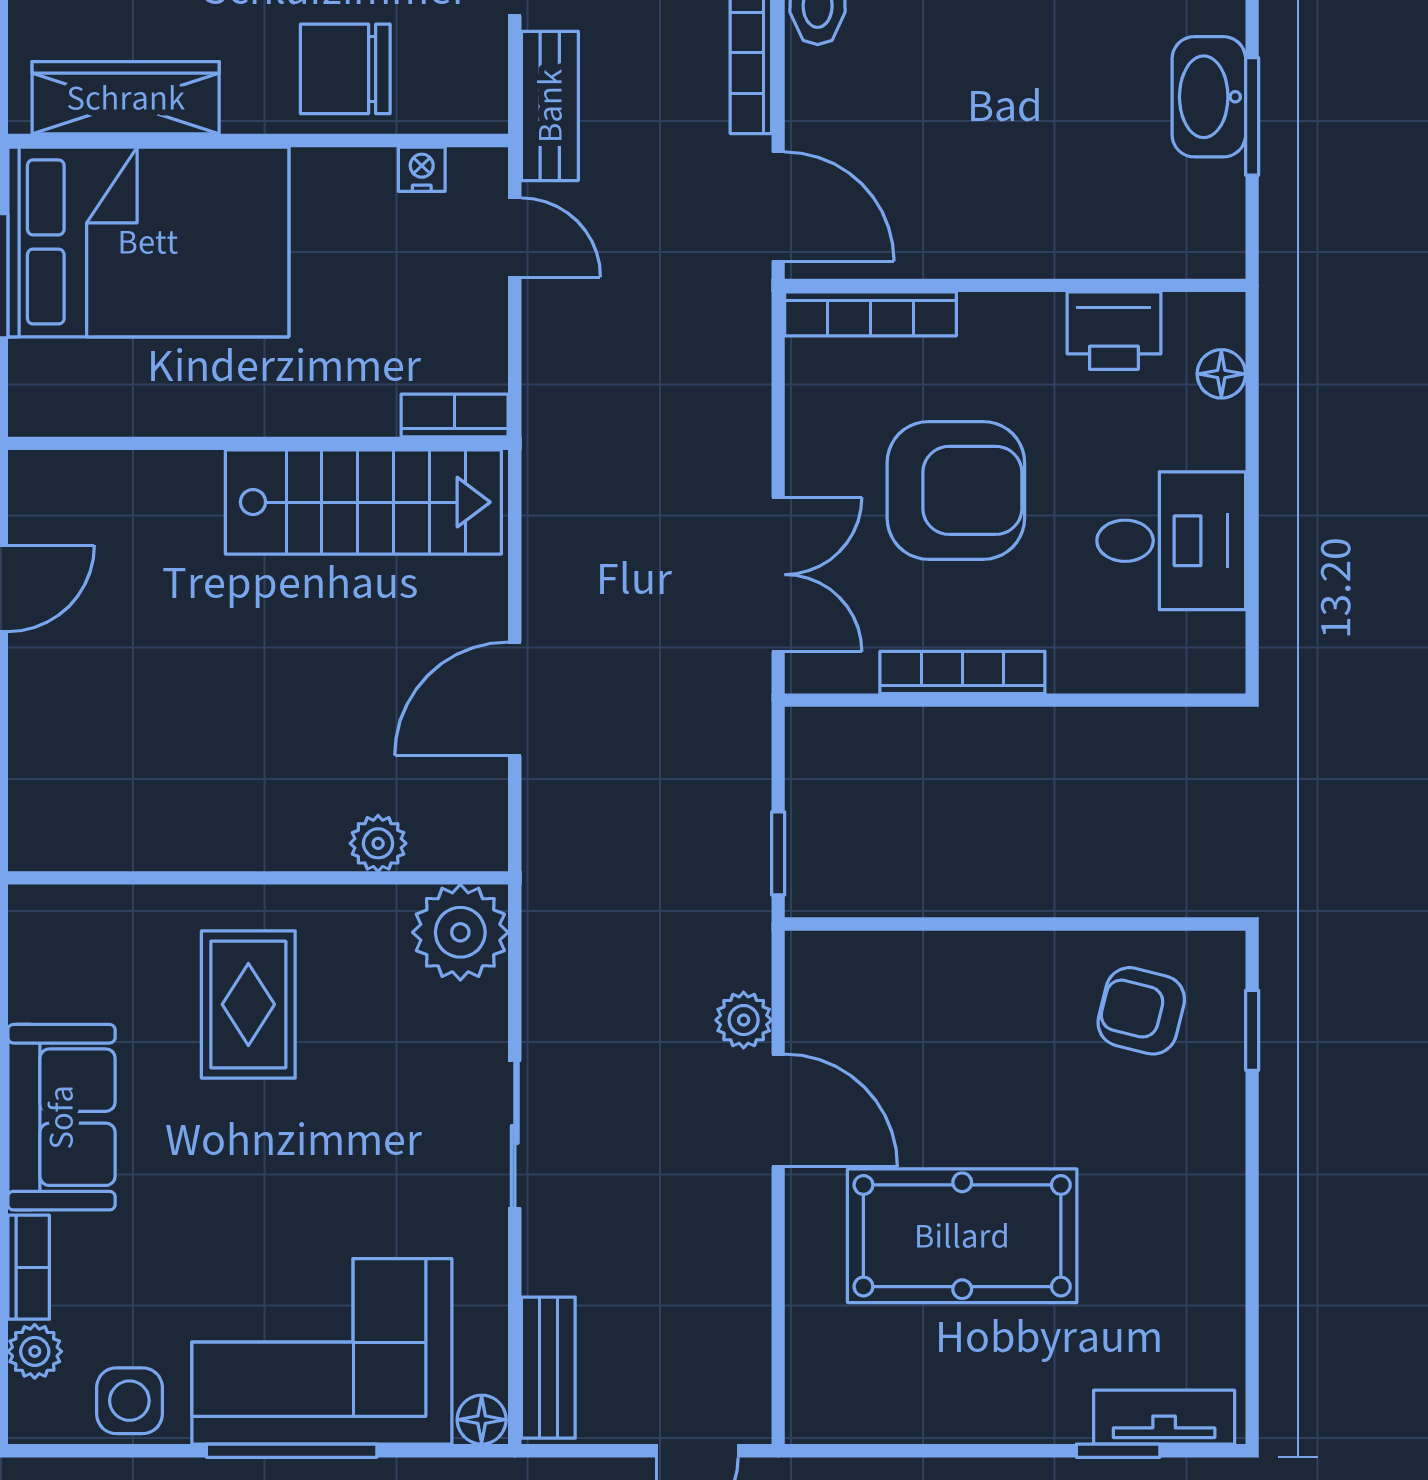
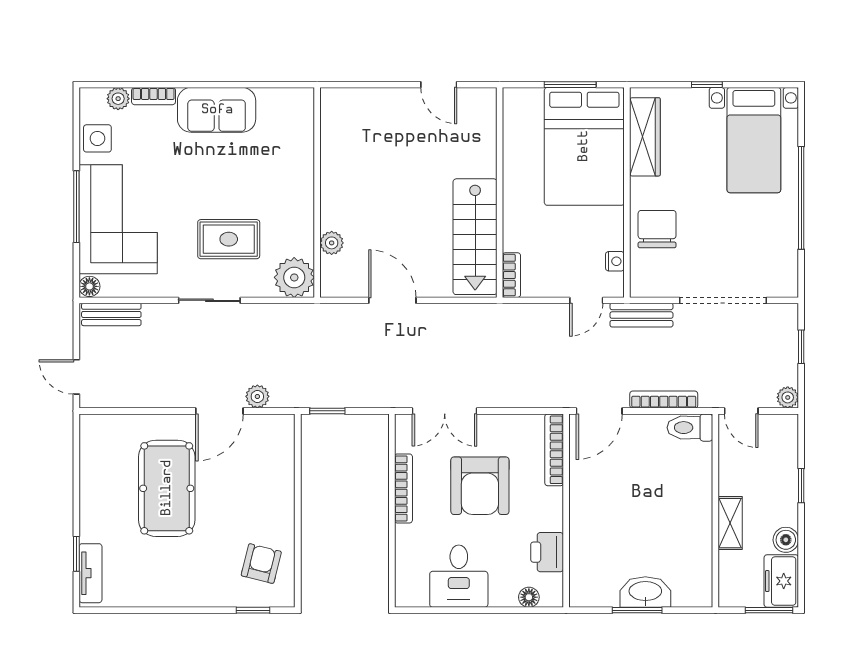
rug: (248, 1004) -> (229, 239), moved

